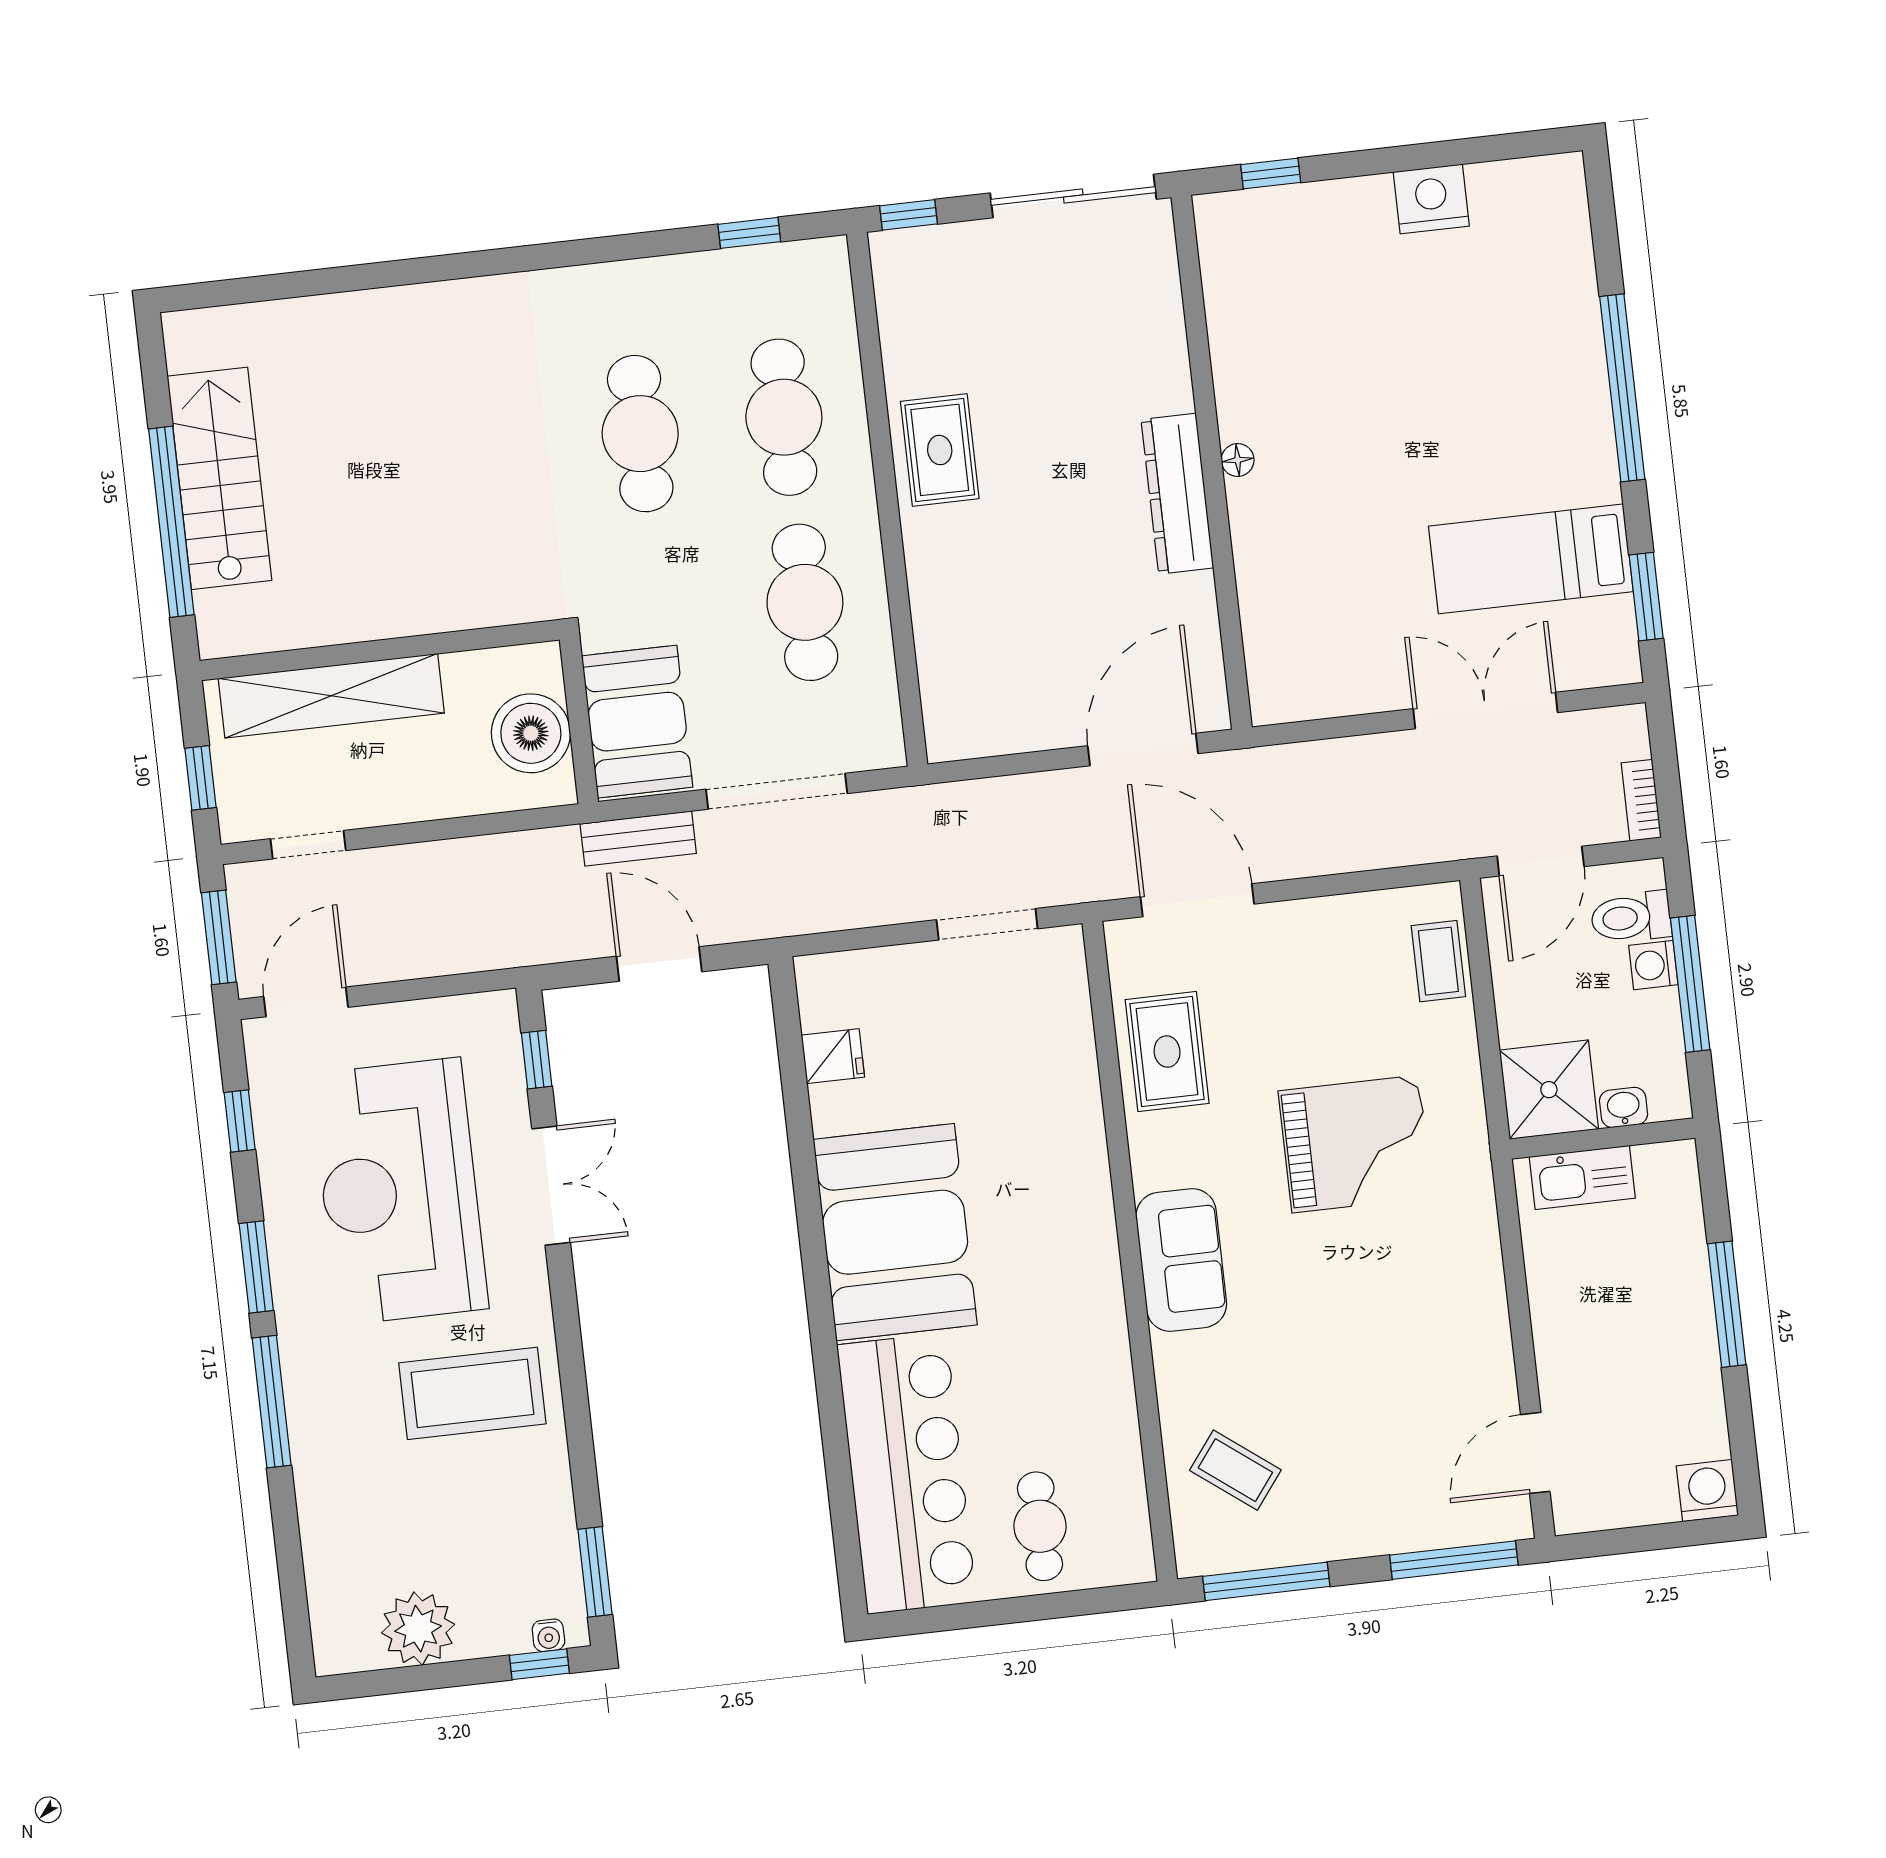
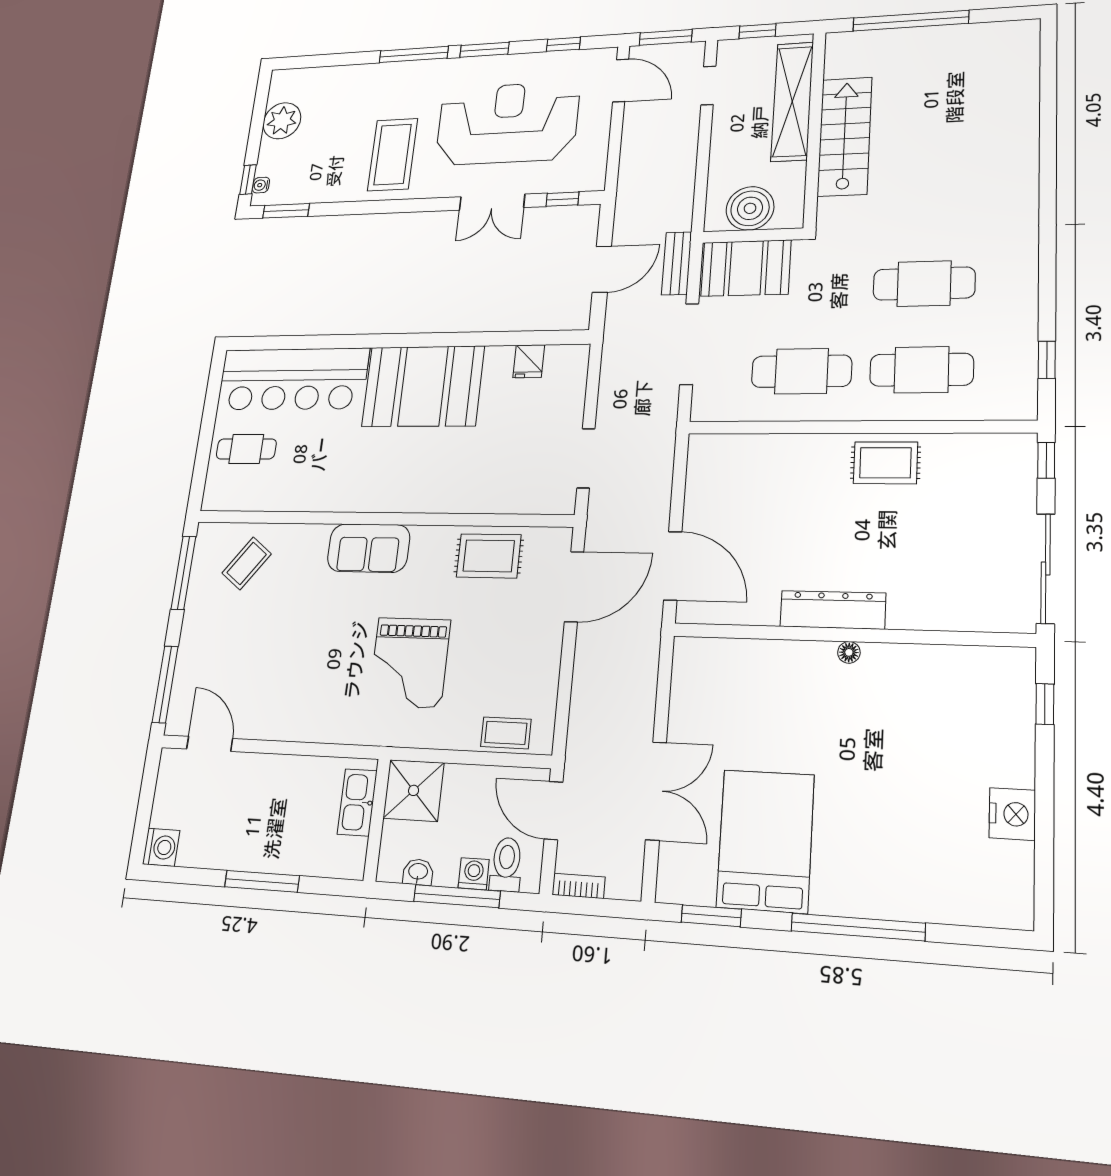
stairs: (219, 478) -> (845, 136), moved, turned -90
bed: (1531, 559) -> (765, 841), width x1.50
washbasin: (1624, 1107) -> (418, 872), moved, turned -90

